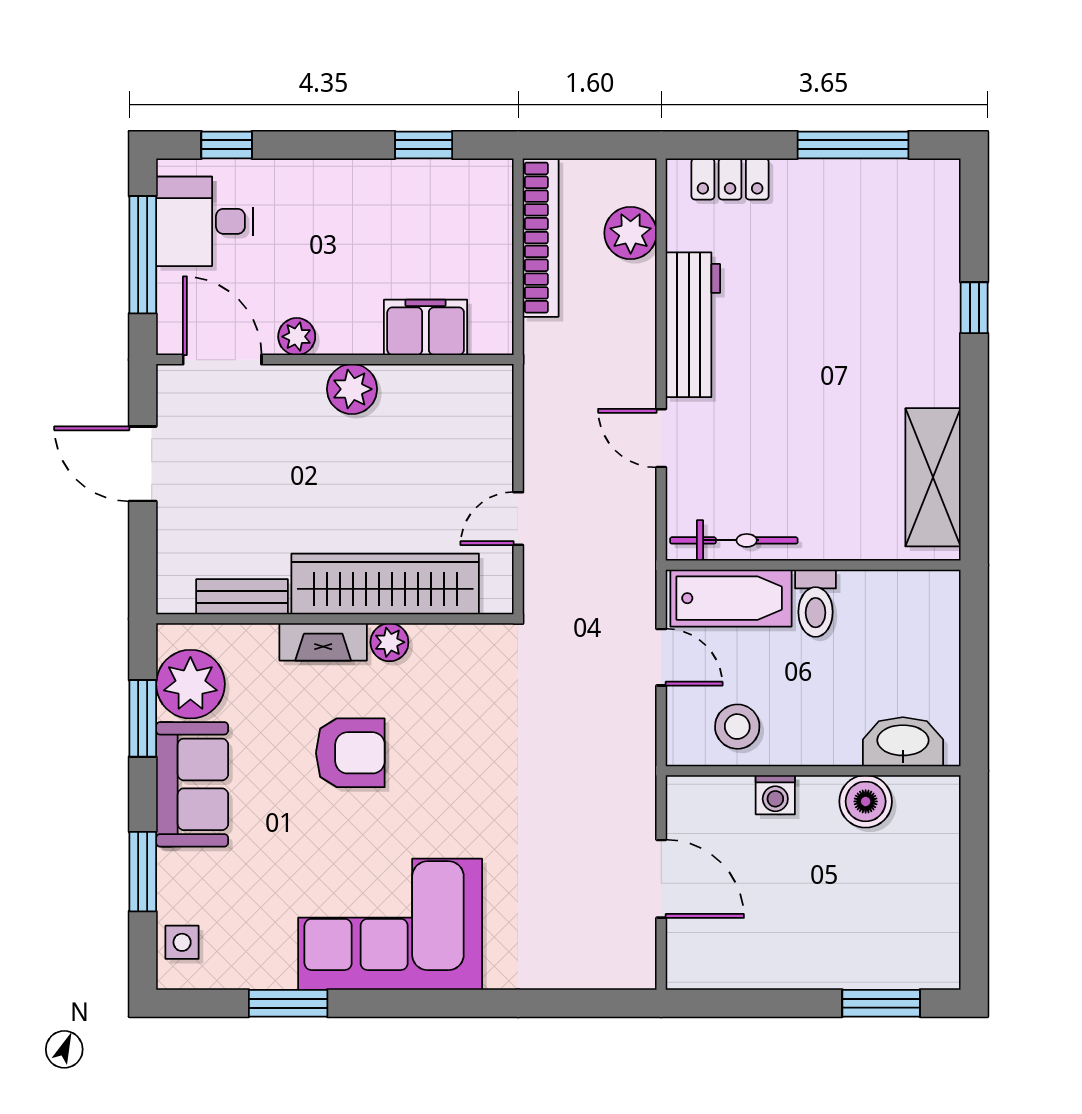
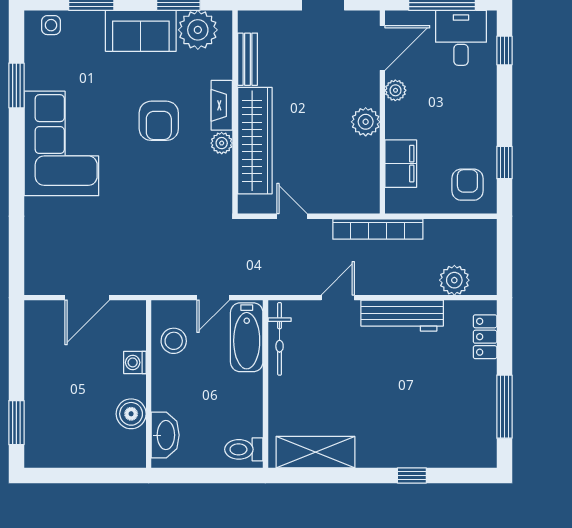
armchair: (463, 210) -> (467, 185), added
bookcase: (541, 238) -> (378, 229), moved
toilet: (816, 603) -> (244, 449), moved

